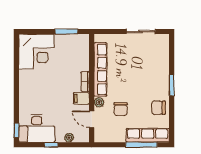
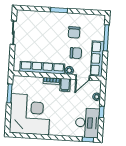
corner desk: (36, 52) -> (30, 114), width x1.36, depth x1.36
chair: (158, 108) -> (74, 32), moved
row of seats: (148, 135) -> (97, 59), moved

